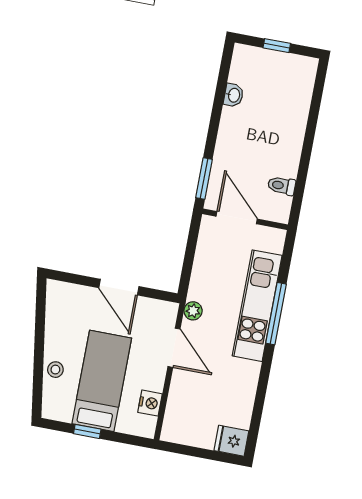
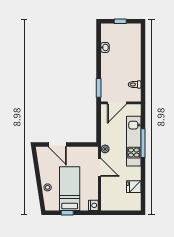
door: (237, 218) -> (117, 103), swing flipped
door: (119, 287) -> (57, 145), moved
nightstand: (150, 403) -> (93, 205), moved
fridge: (231, 441) -> (134, 187), moved

